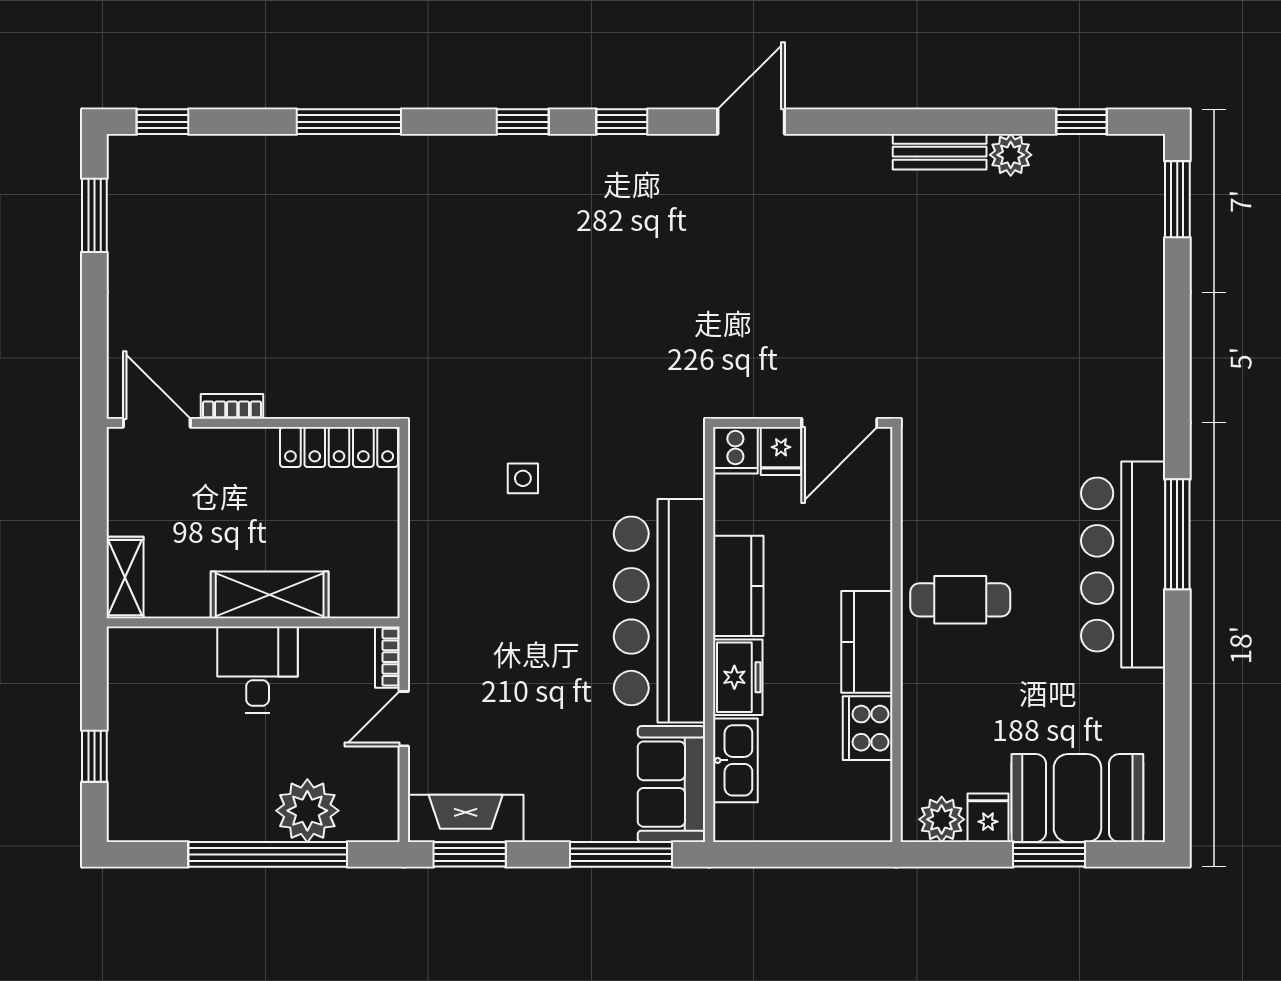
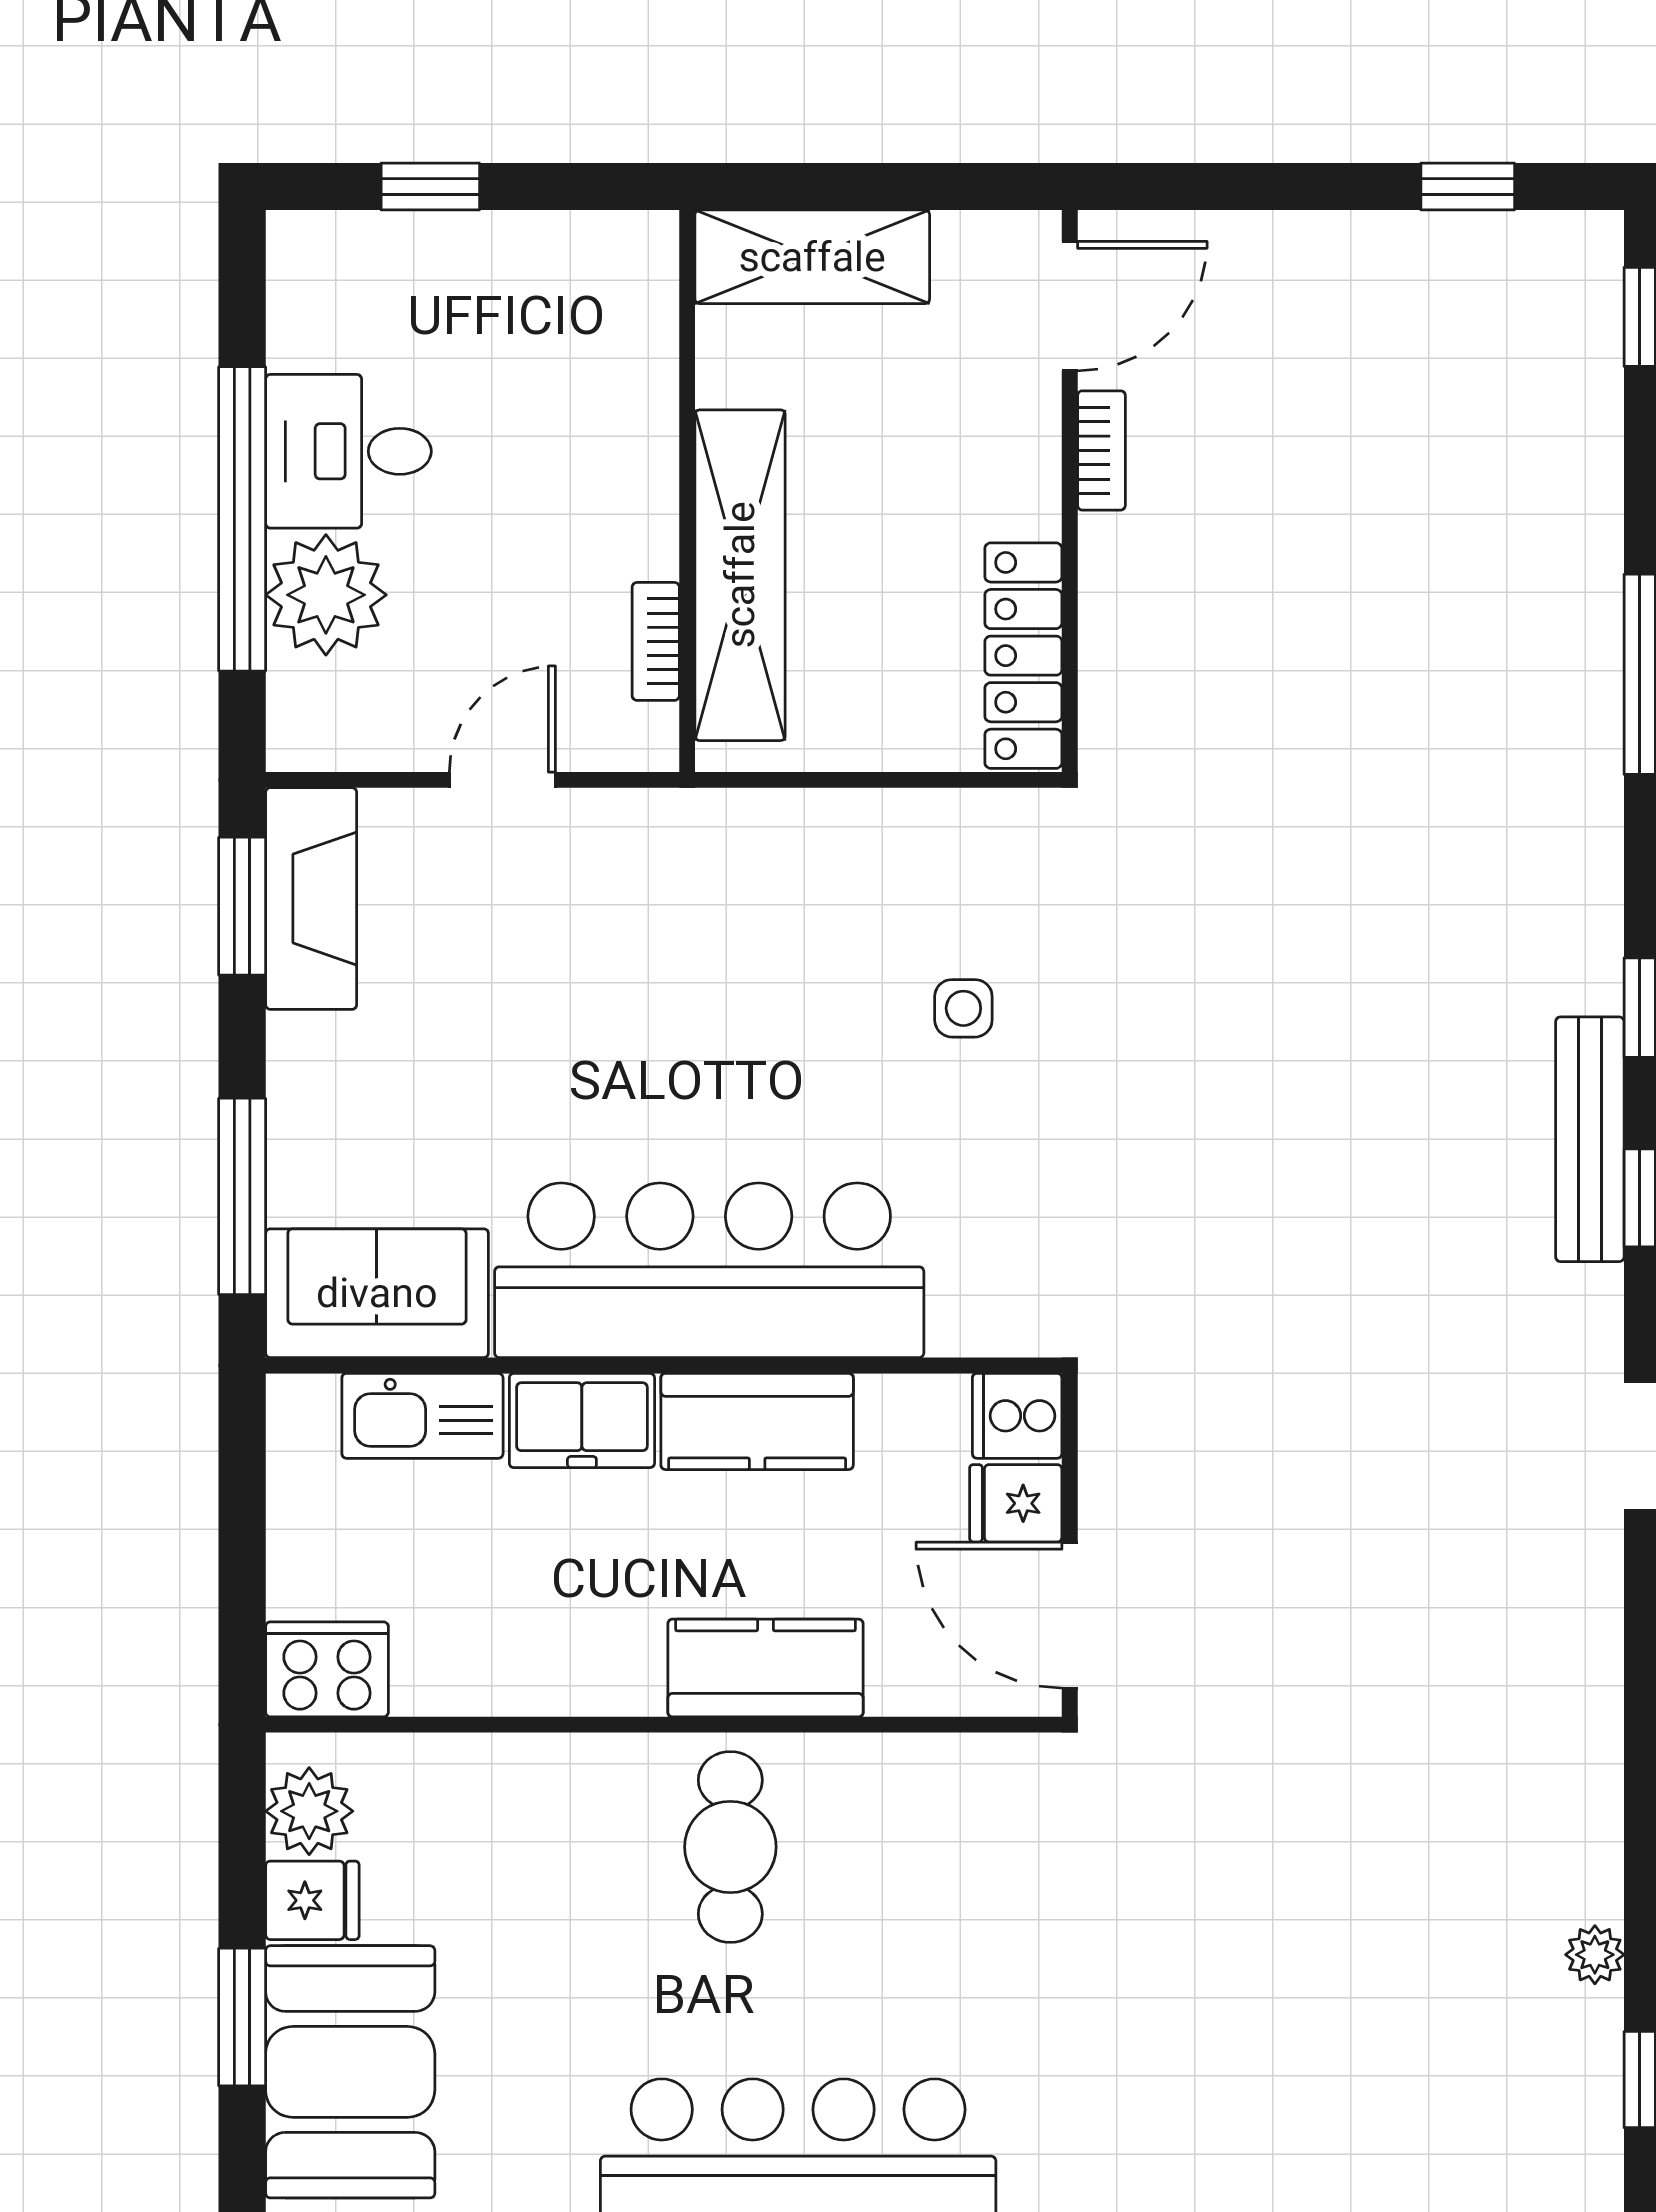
bench: (940, 152) -> (1590, 1139), moved, width x1.36
plant: (1011, 155) -> (1595, 1955), width x0.73, depth x0.73
window: (94, 215) -> (1468, 186), width x0.67
shelving: (125, 578) -> (812, 257), width x1.50, depth x1.33
shelving: (270, 595) -> (740, 575), width x1.47
kitchen counter: (867, 642) -> (765, 1668), moved
bookcase: (387, 657) -> (656, 641), moved, turned -90
desk: (258, 670) -> (348, 451), moved, turned 180
door: (404, 719) -> (502, 780), hinge flipped
cooker: (868, 728) -> (327, 1669), moved

